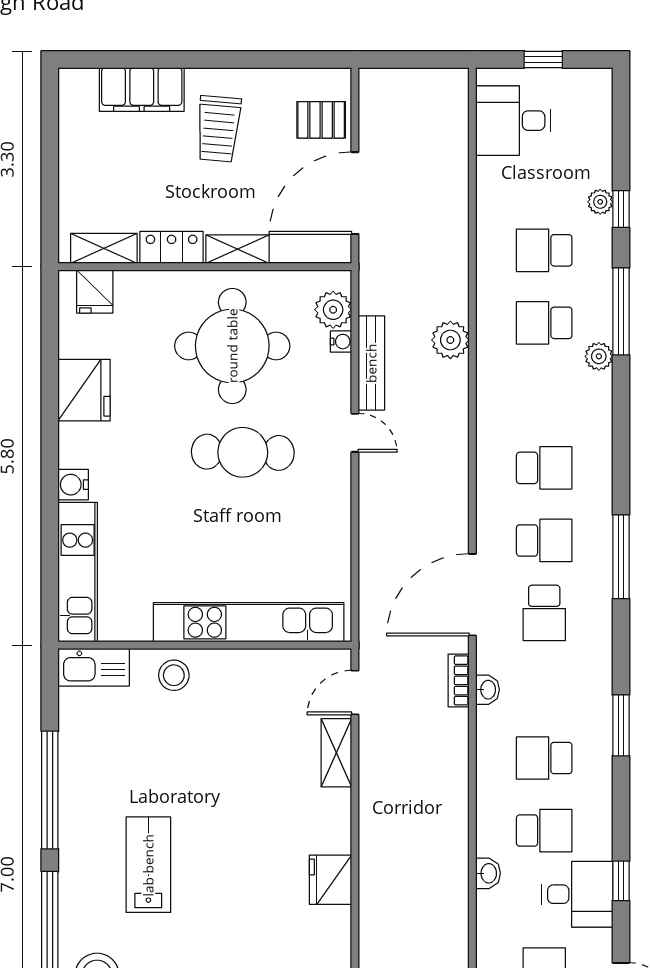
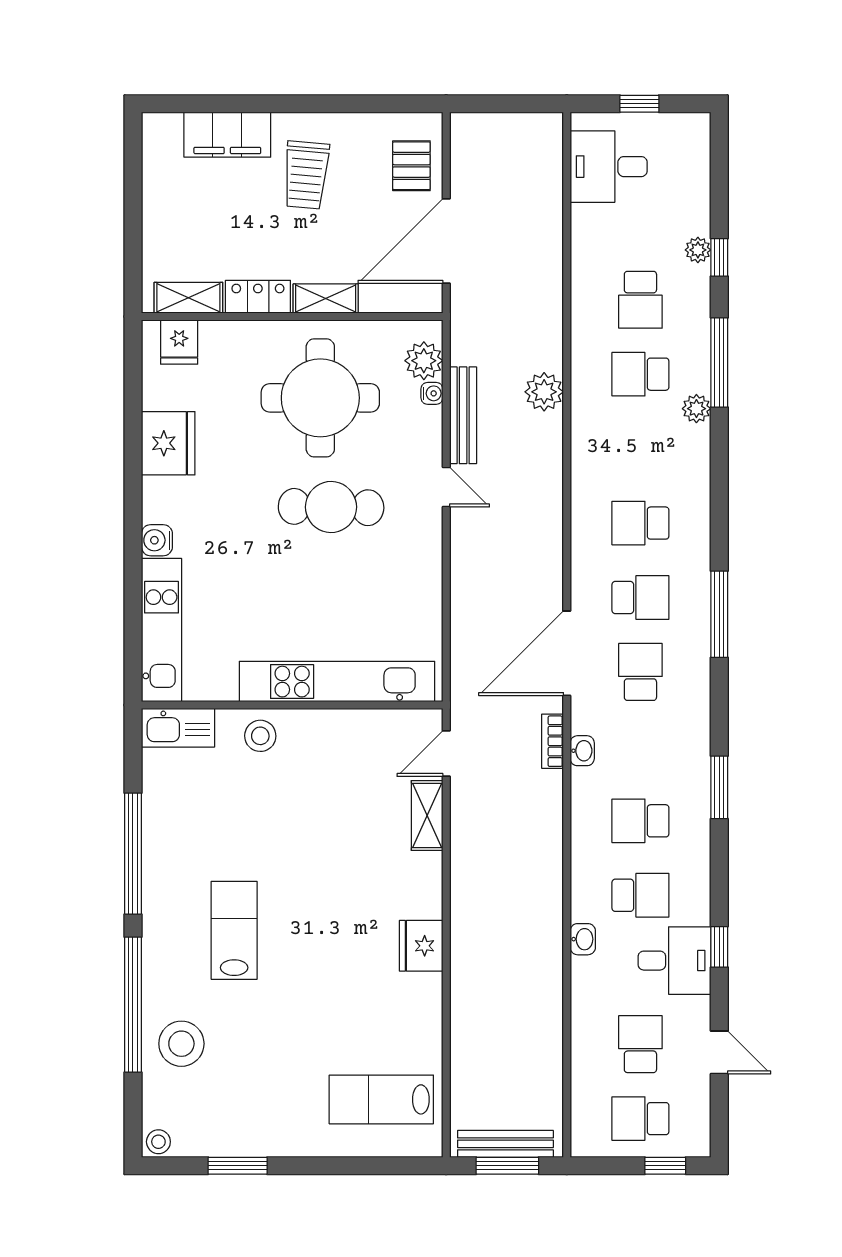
pallet: (321, 120) -> (411, 166), turned 90
school desk: (544, 250) -> (640, 300), turned -90
school desk: (544, 468) -> (640, 523), turned 180
school desk: (544, 613) -> (640, 672), turned 180

